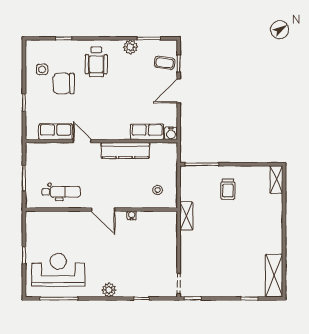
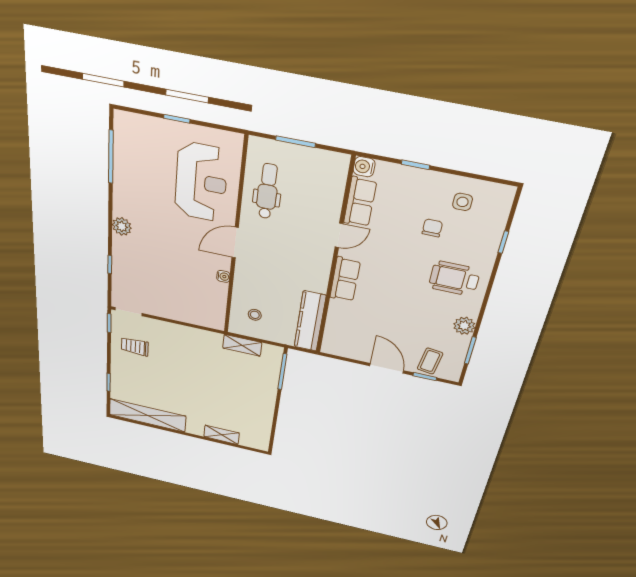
chair: (64, 84) -> (432, 228), width x0.54, depth x0.54
row of seats: (147, 132) -> (345, 279), moved
water cooler: (171, 133) -> (364, 167), moved
kitchen counter: (125, 150) -> (310, 321), moved
shelving: (276, 180) -> (222, 435), moved
trolley: (228, 189) -> (135, 346), moved
dental chair: (61, 192) -> (267, 191), turned 180
shelving: (186, 216) -> (242, 345), moved
reception desk: (58, 270) -> (201, 182), moved
shelving: (274, 276) -> (147, 415), width x1.47

